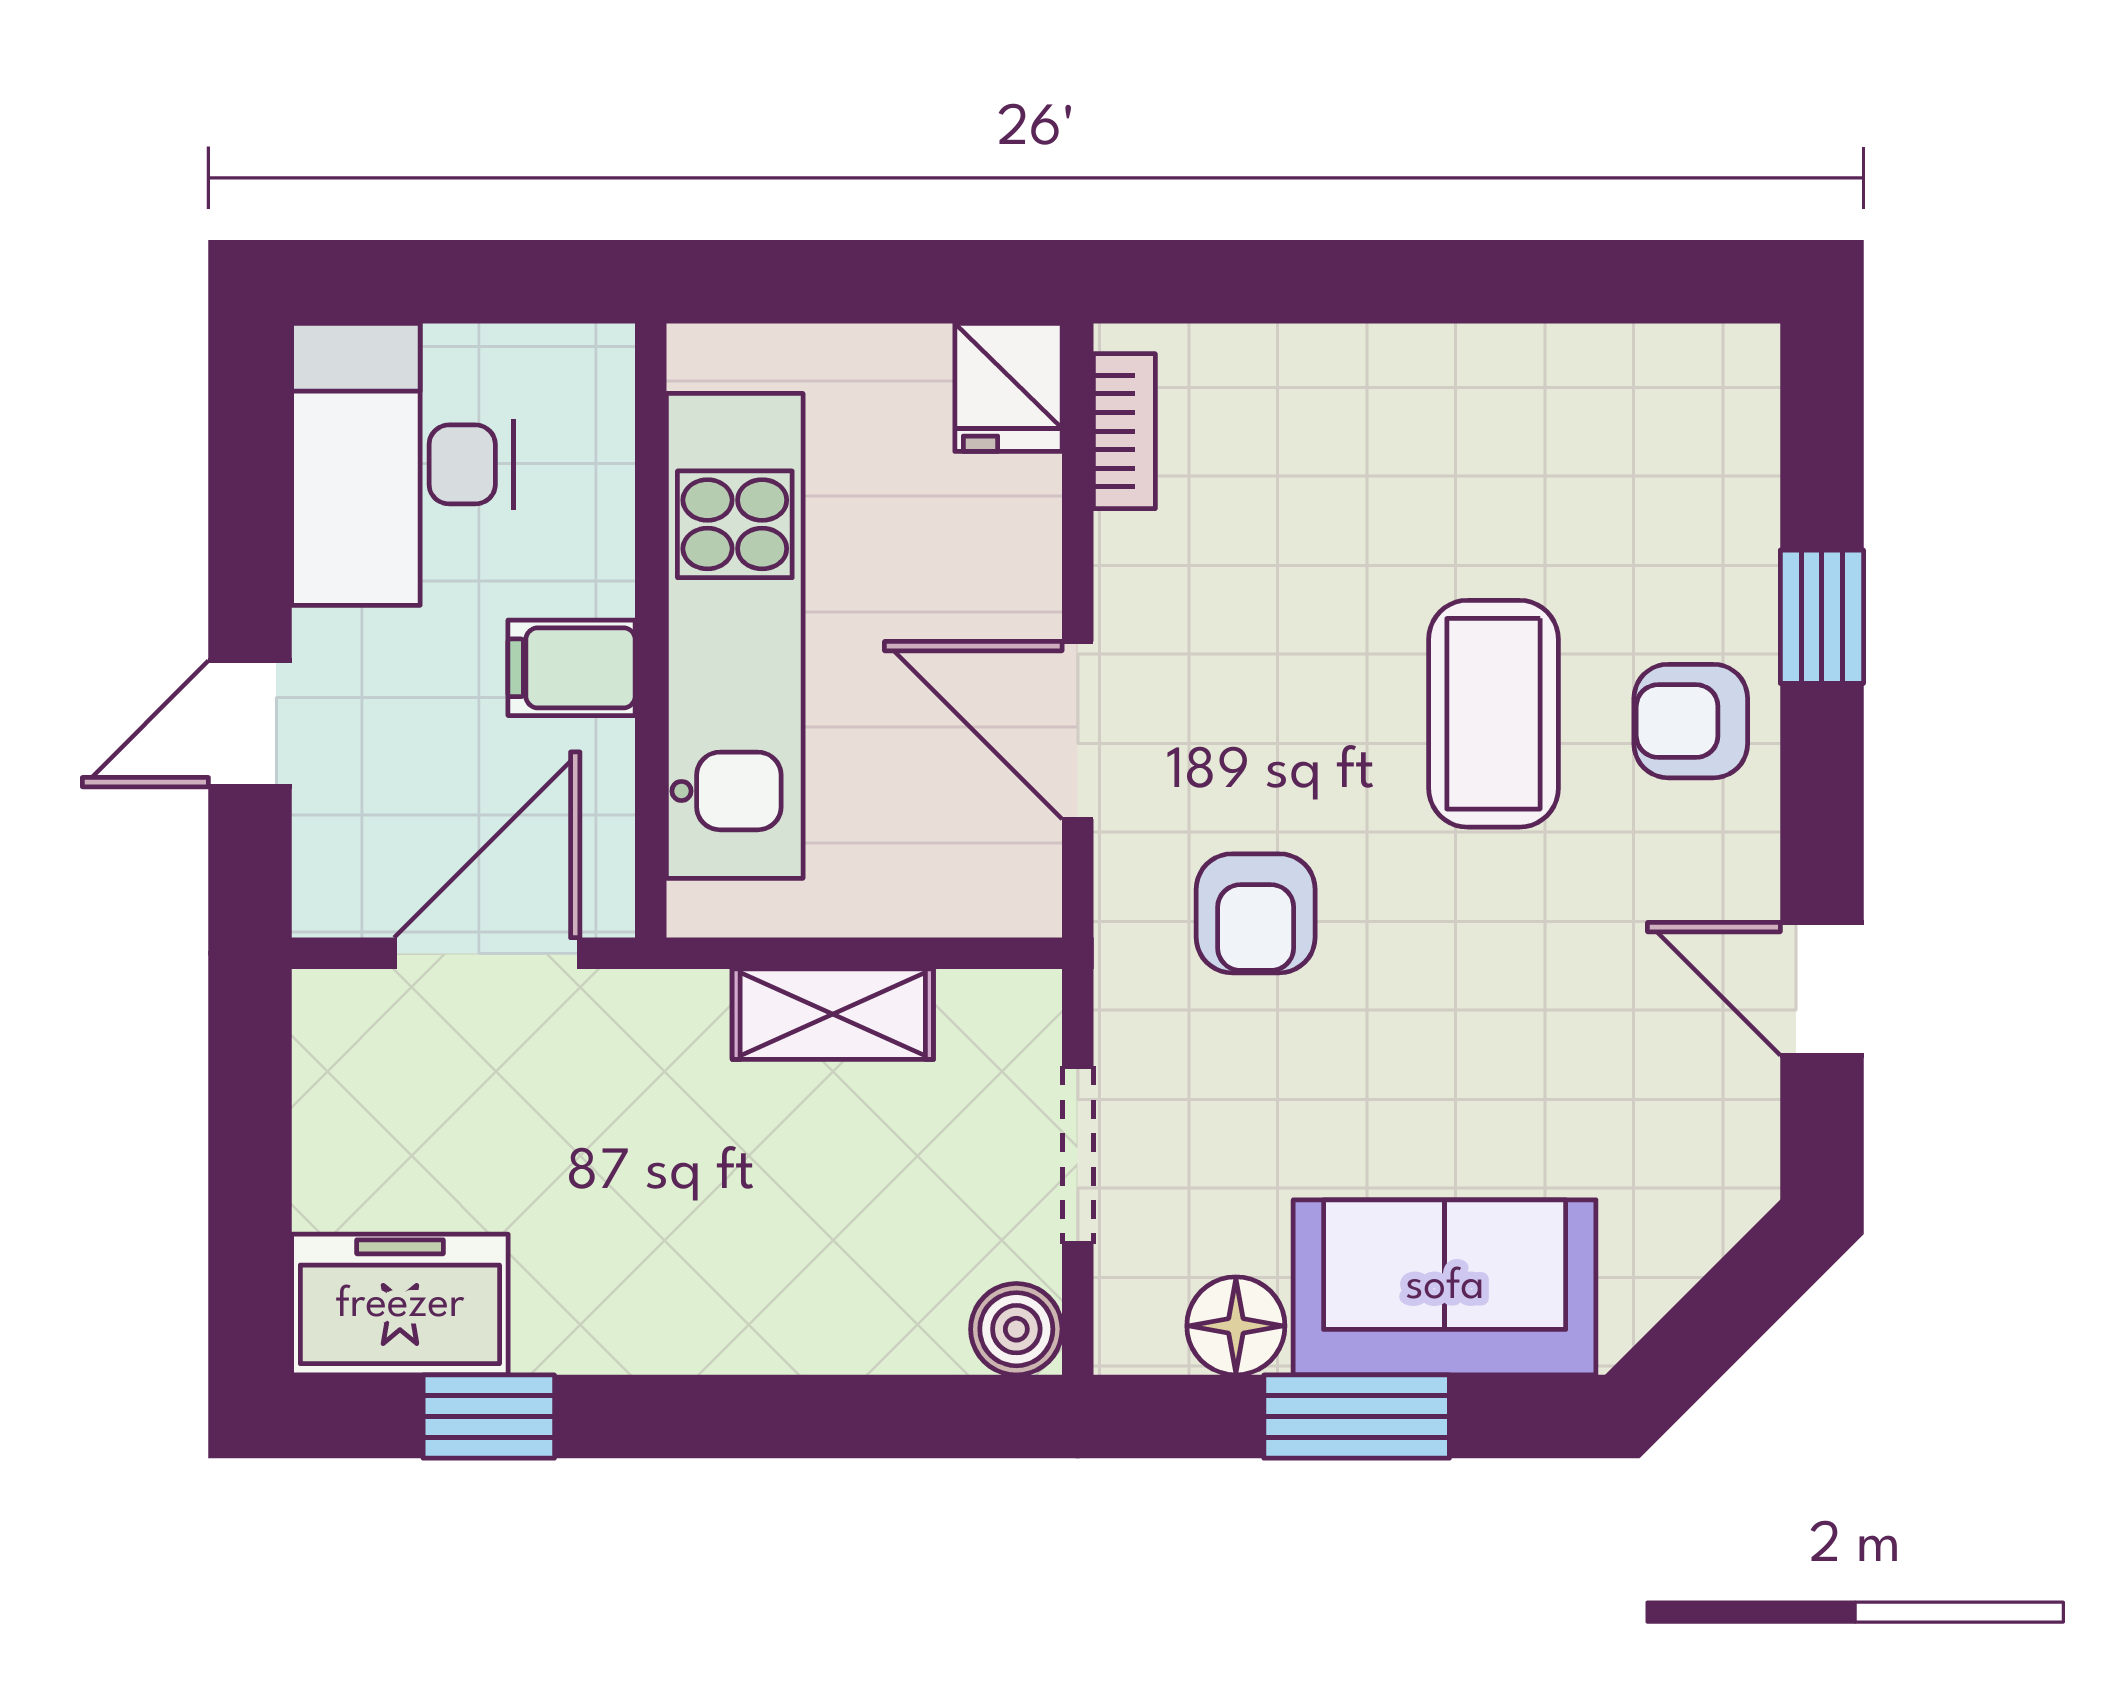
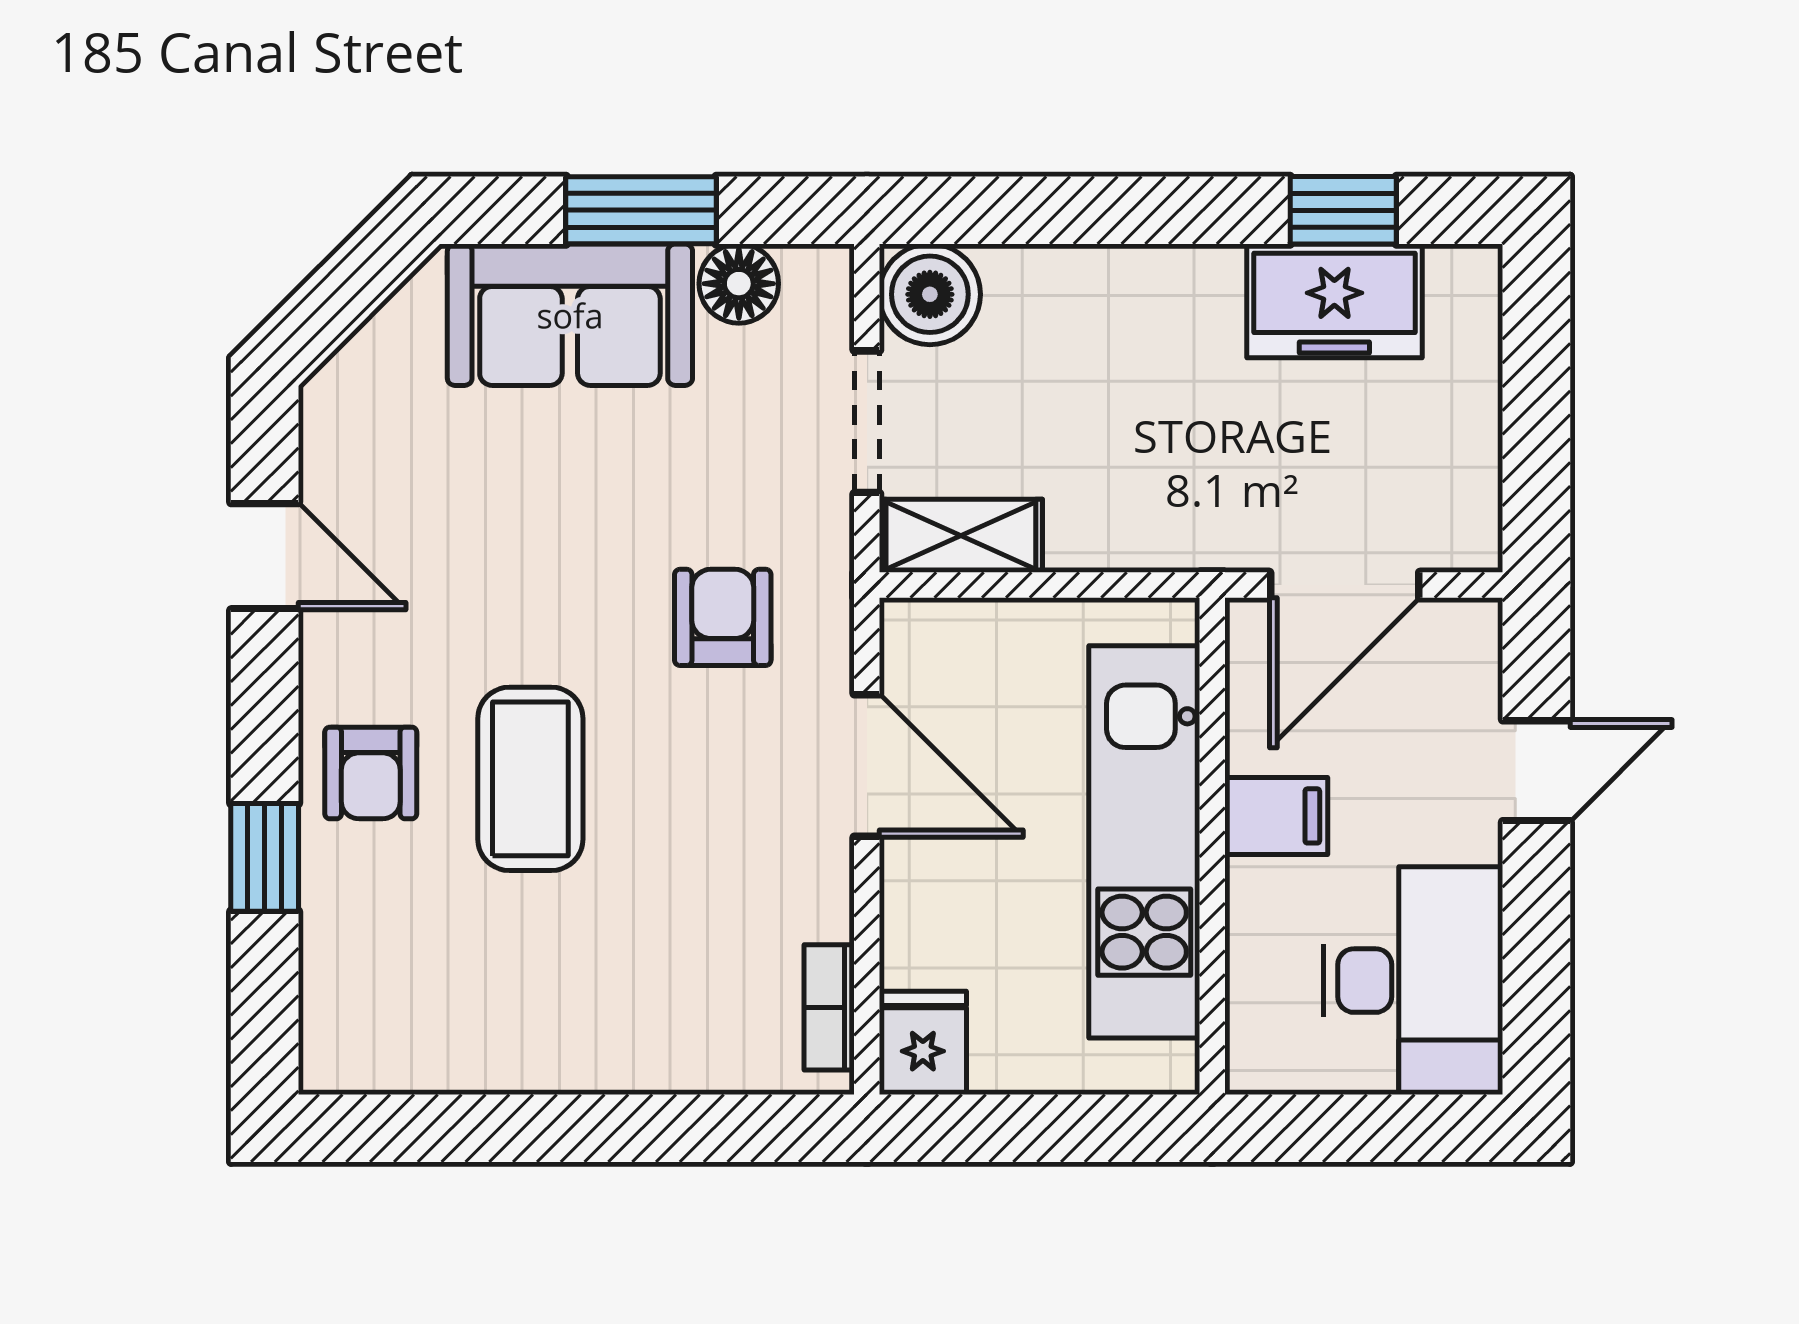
armchair: (1691, 721) -> (371, 773), turned 90
shelving: (833, 1014) -> (961, 536), moved
freezer: (400, 1305) -> (1334, 301), moved
boiler: (1016, 1329) -> (930, 294), width x1.36, depth x1.36

